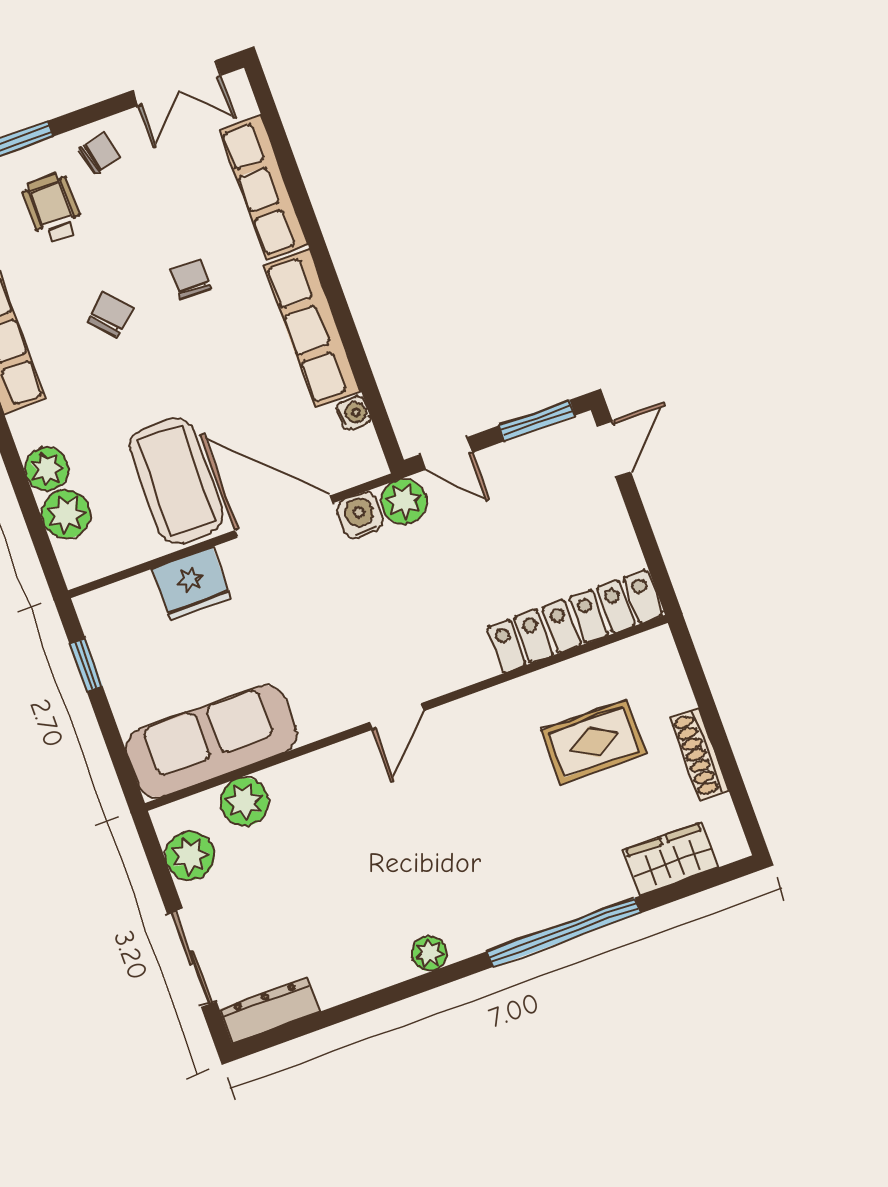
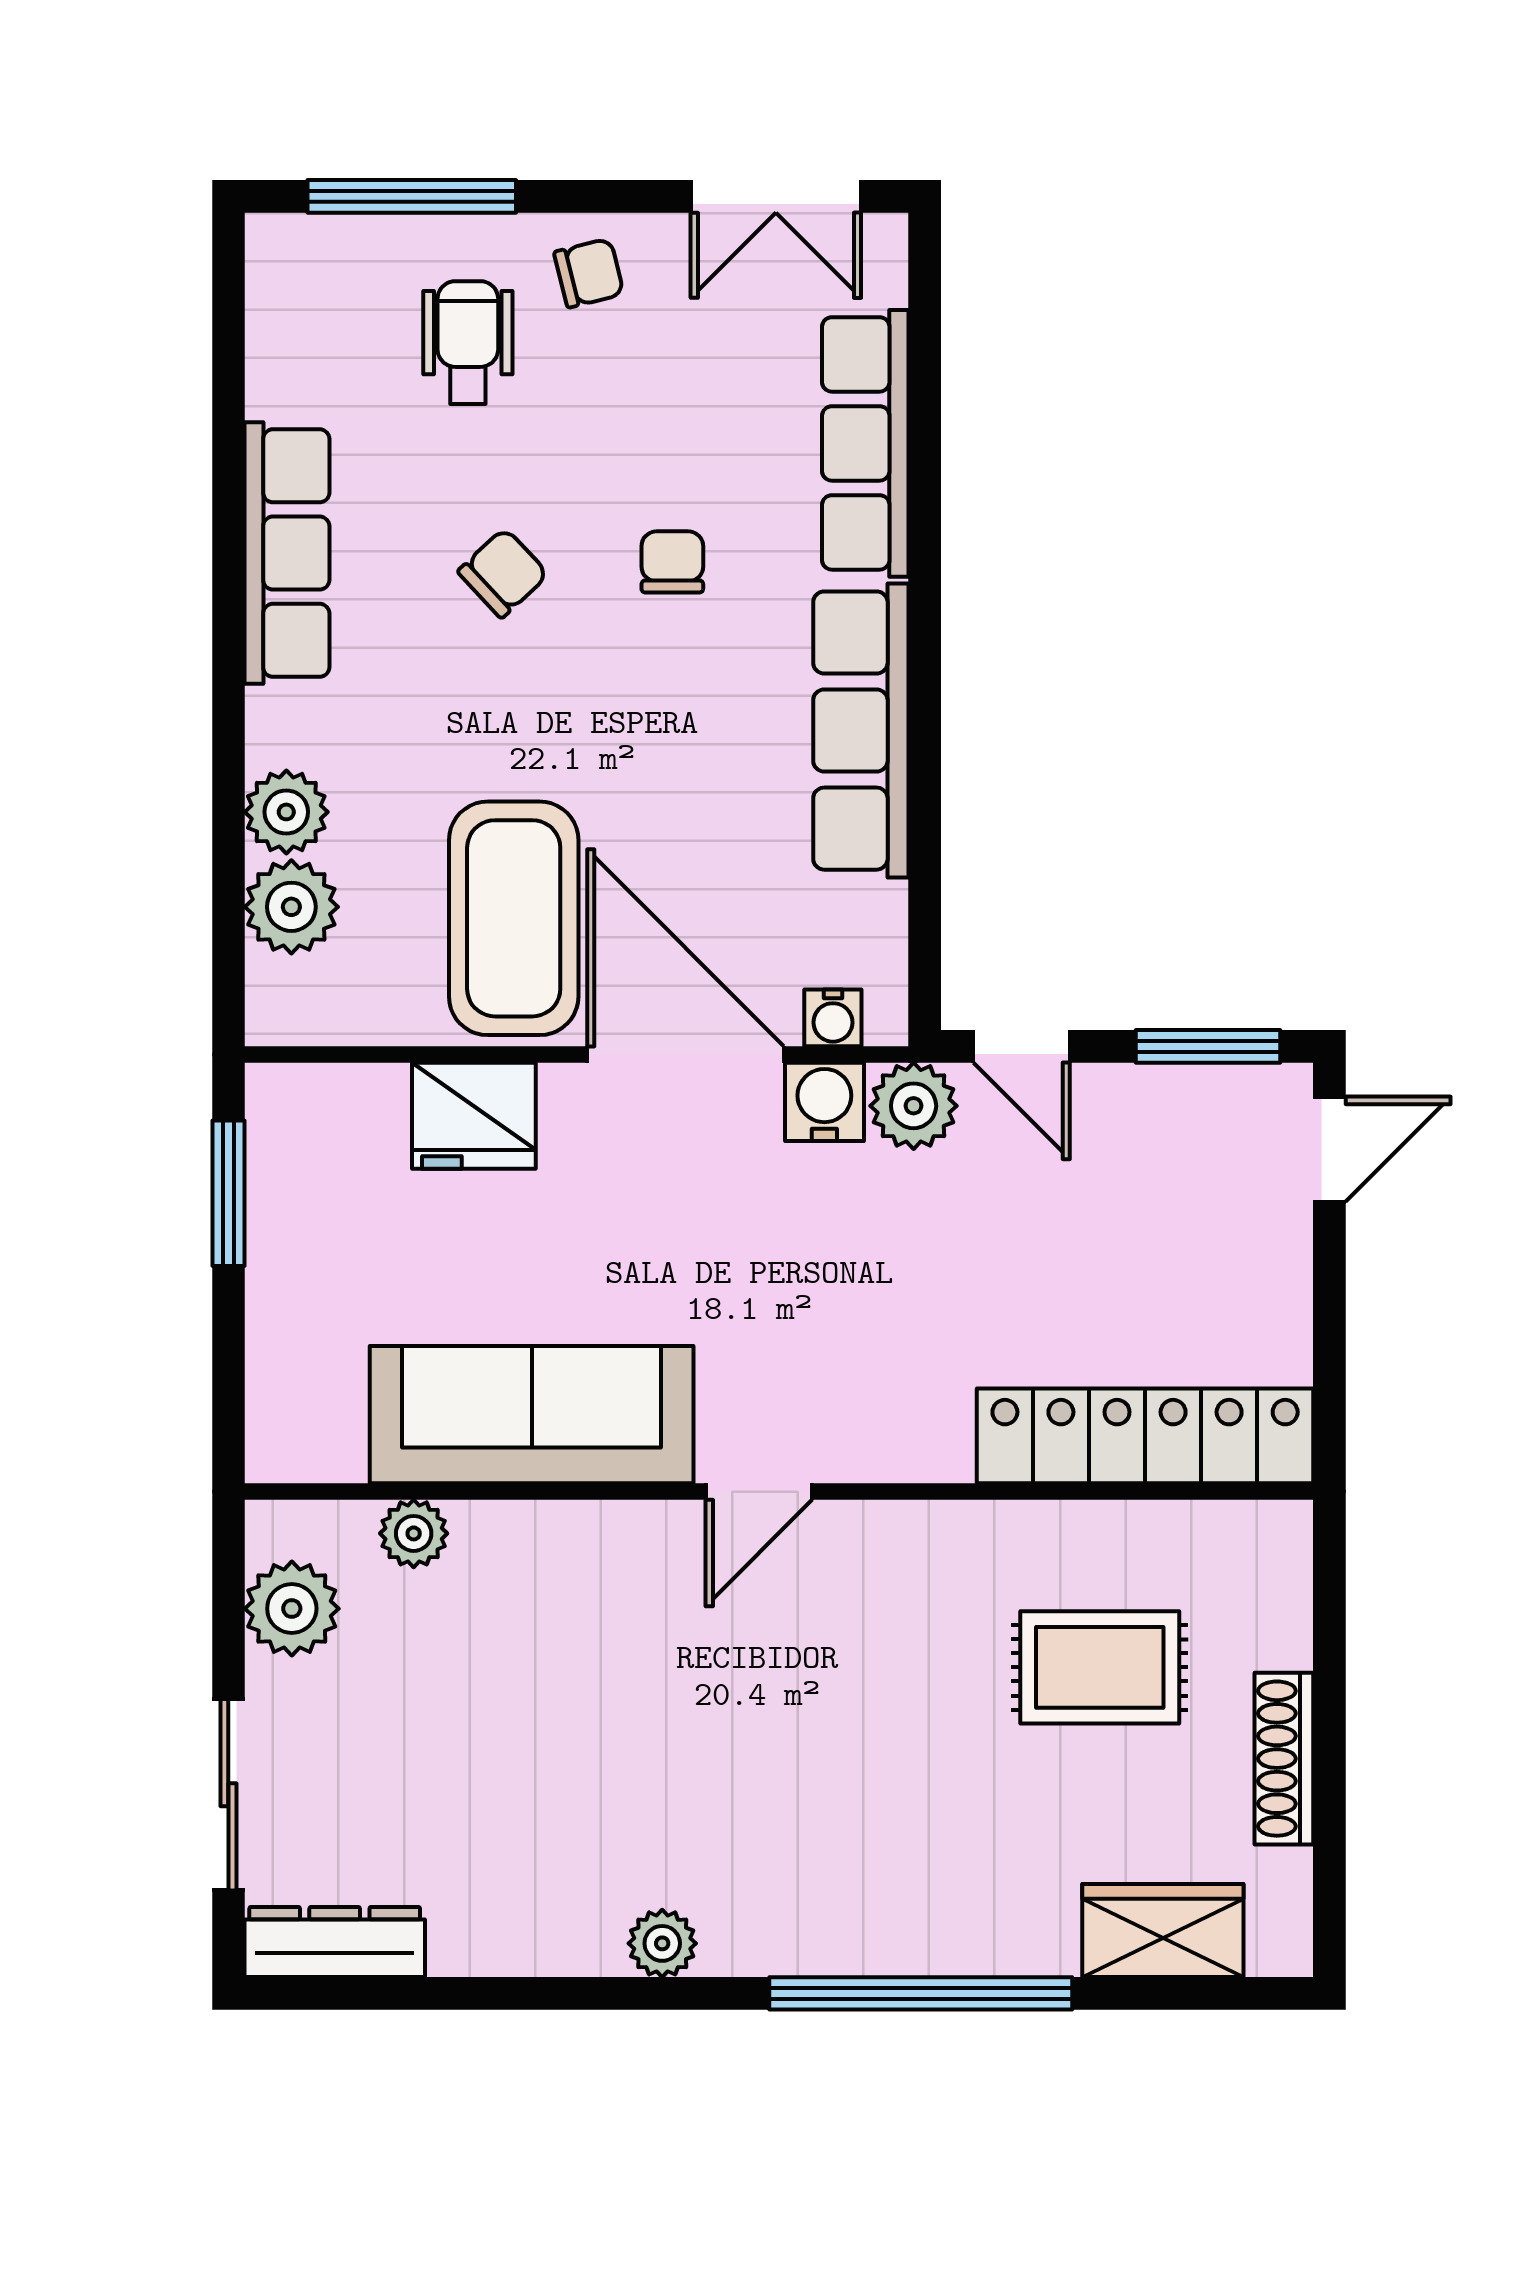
water cooler: (354, 413) -> (833, 1018), moved, turned 90
window: (86, 665) -> (228, 1193), width x1.50
sofa: (212, 741) -> (532, 1415), moved
plant: (244, 802) -> (414, 1533), width x0.73, depth x0.73

